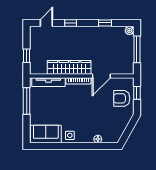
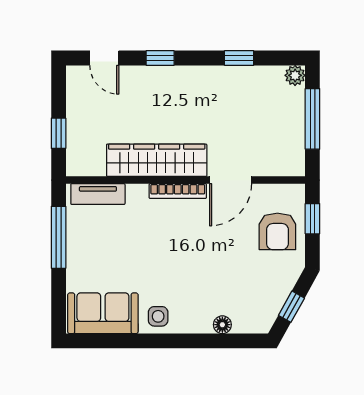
door: (46, 23) -> (104, 58), swing flipped
tv unit: (48, 82) -> (98, 194), width x0.71
armchair: (122, 98) -> (277, 231), turned -90
window: (128, 131) -> (291, 307), added

